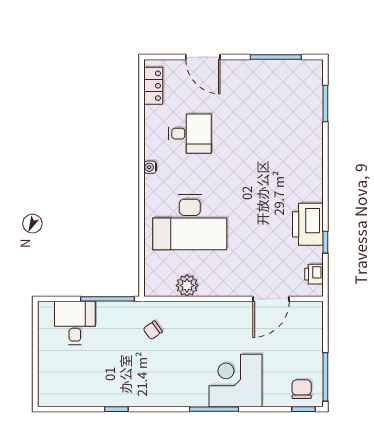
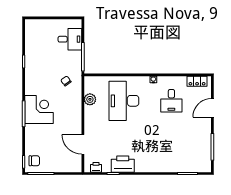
corner desk: (235, 380) -> (39, 109), moved

